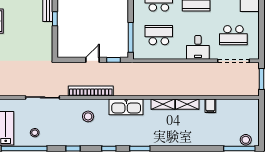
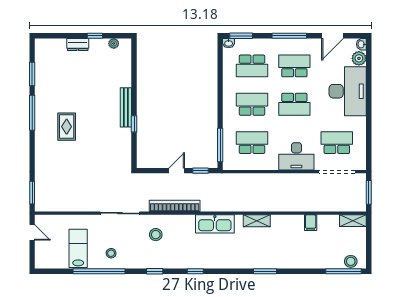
school desk: (233, 35) -> (337, 143), turned 180
desk: (198, 47) -> (296, 156), width x1.37
shelving: (187, 104) -> (353, 221), moved
stool: (88, 116) -> (156, 235), moved
window: (140, 149) -> (265, 271), moved

